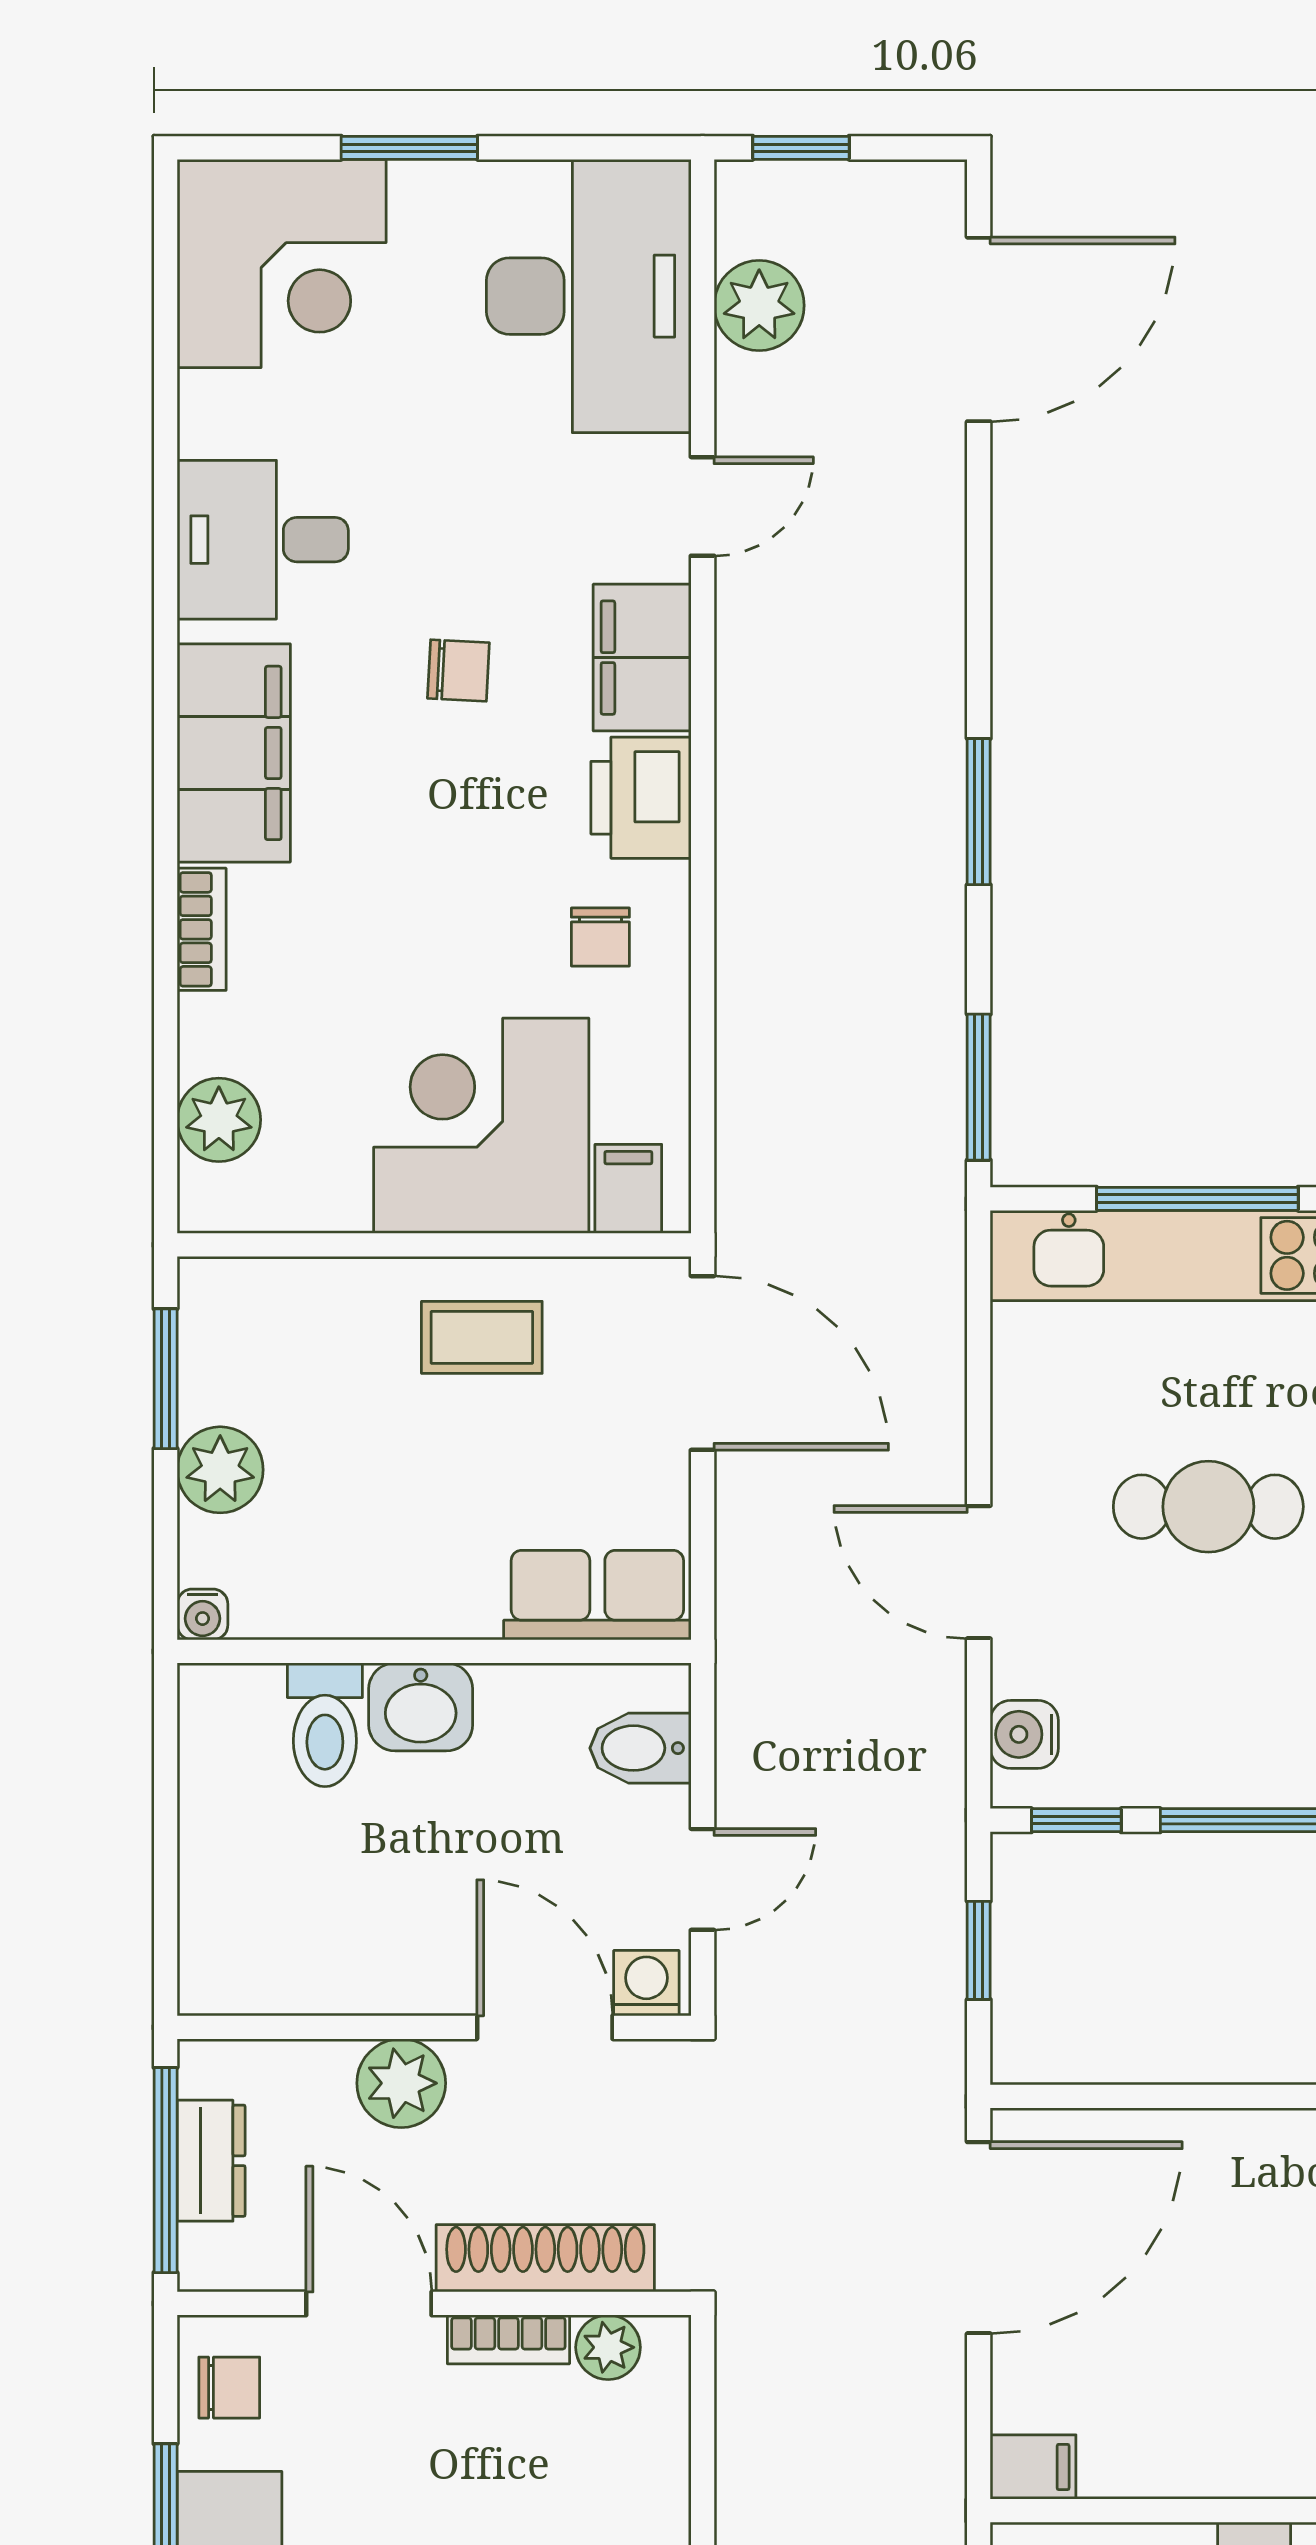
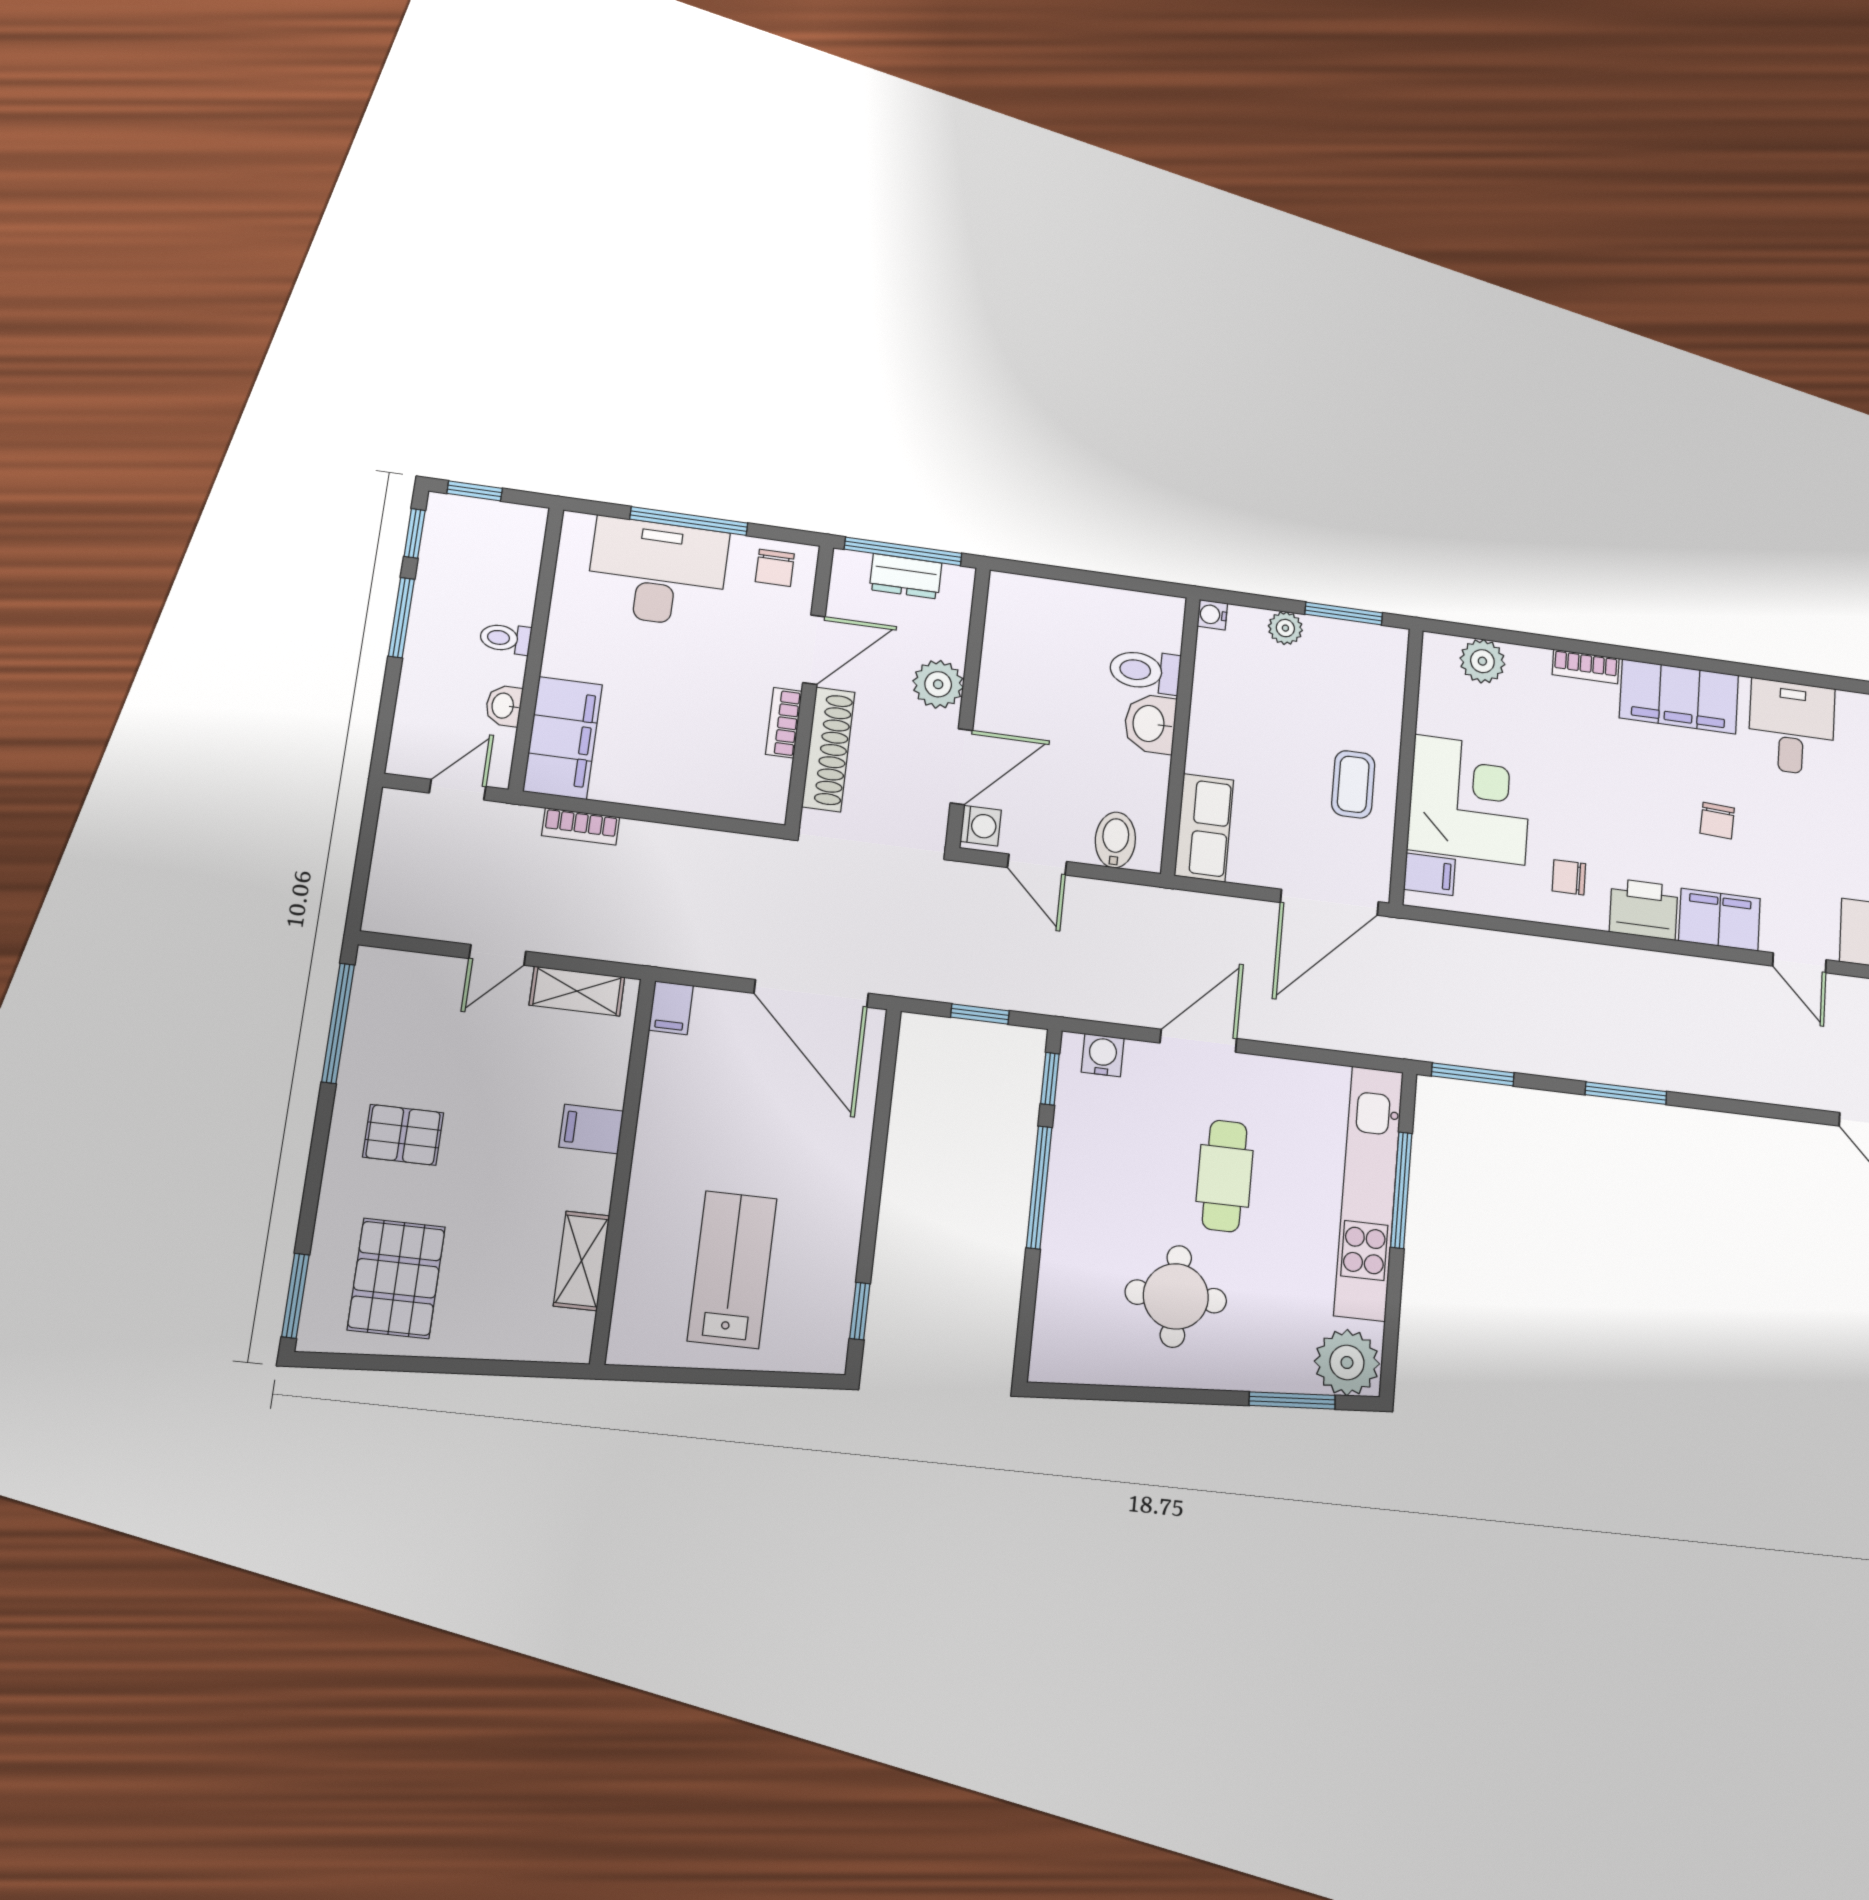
plant: (220, 1470) -> (1285, 628), width x0.73, depth x0.73
plant: (608, 2347) -> (772, 777), removed

